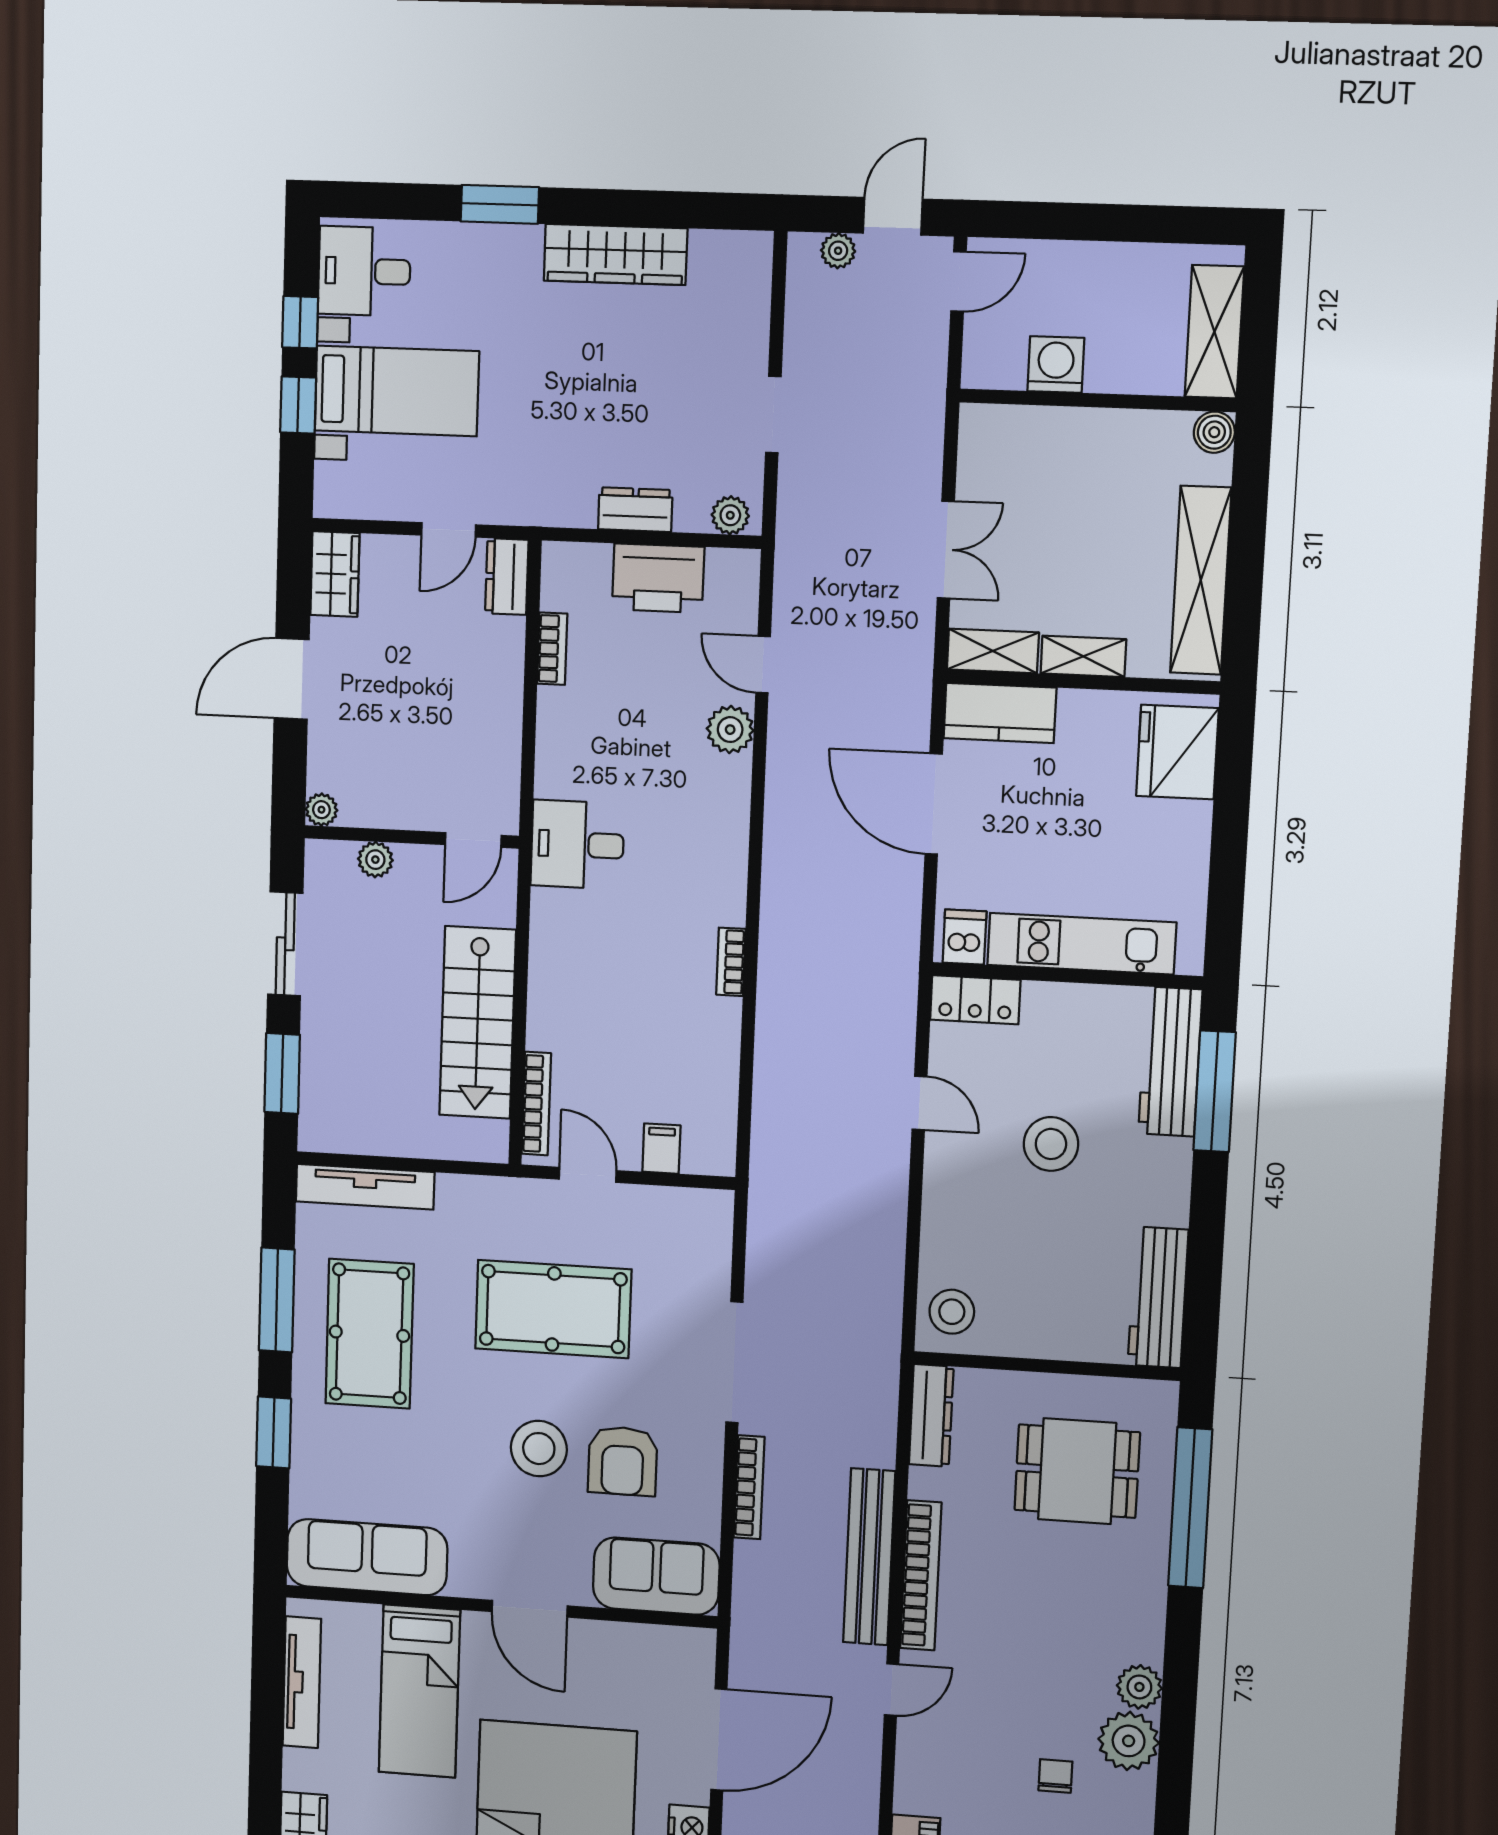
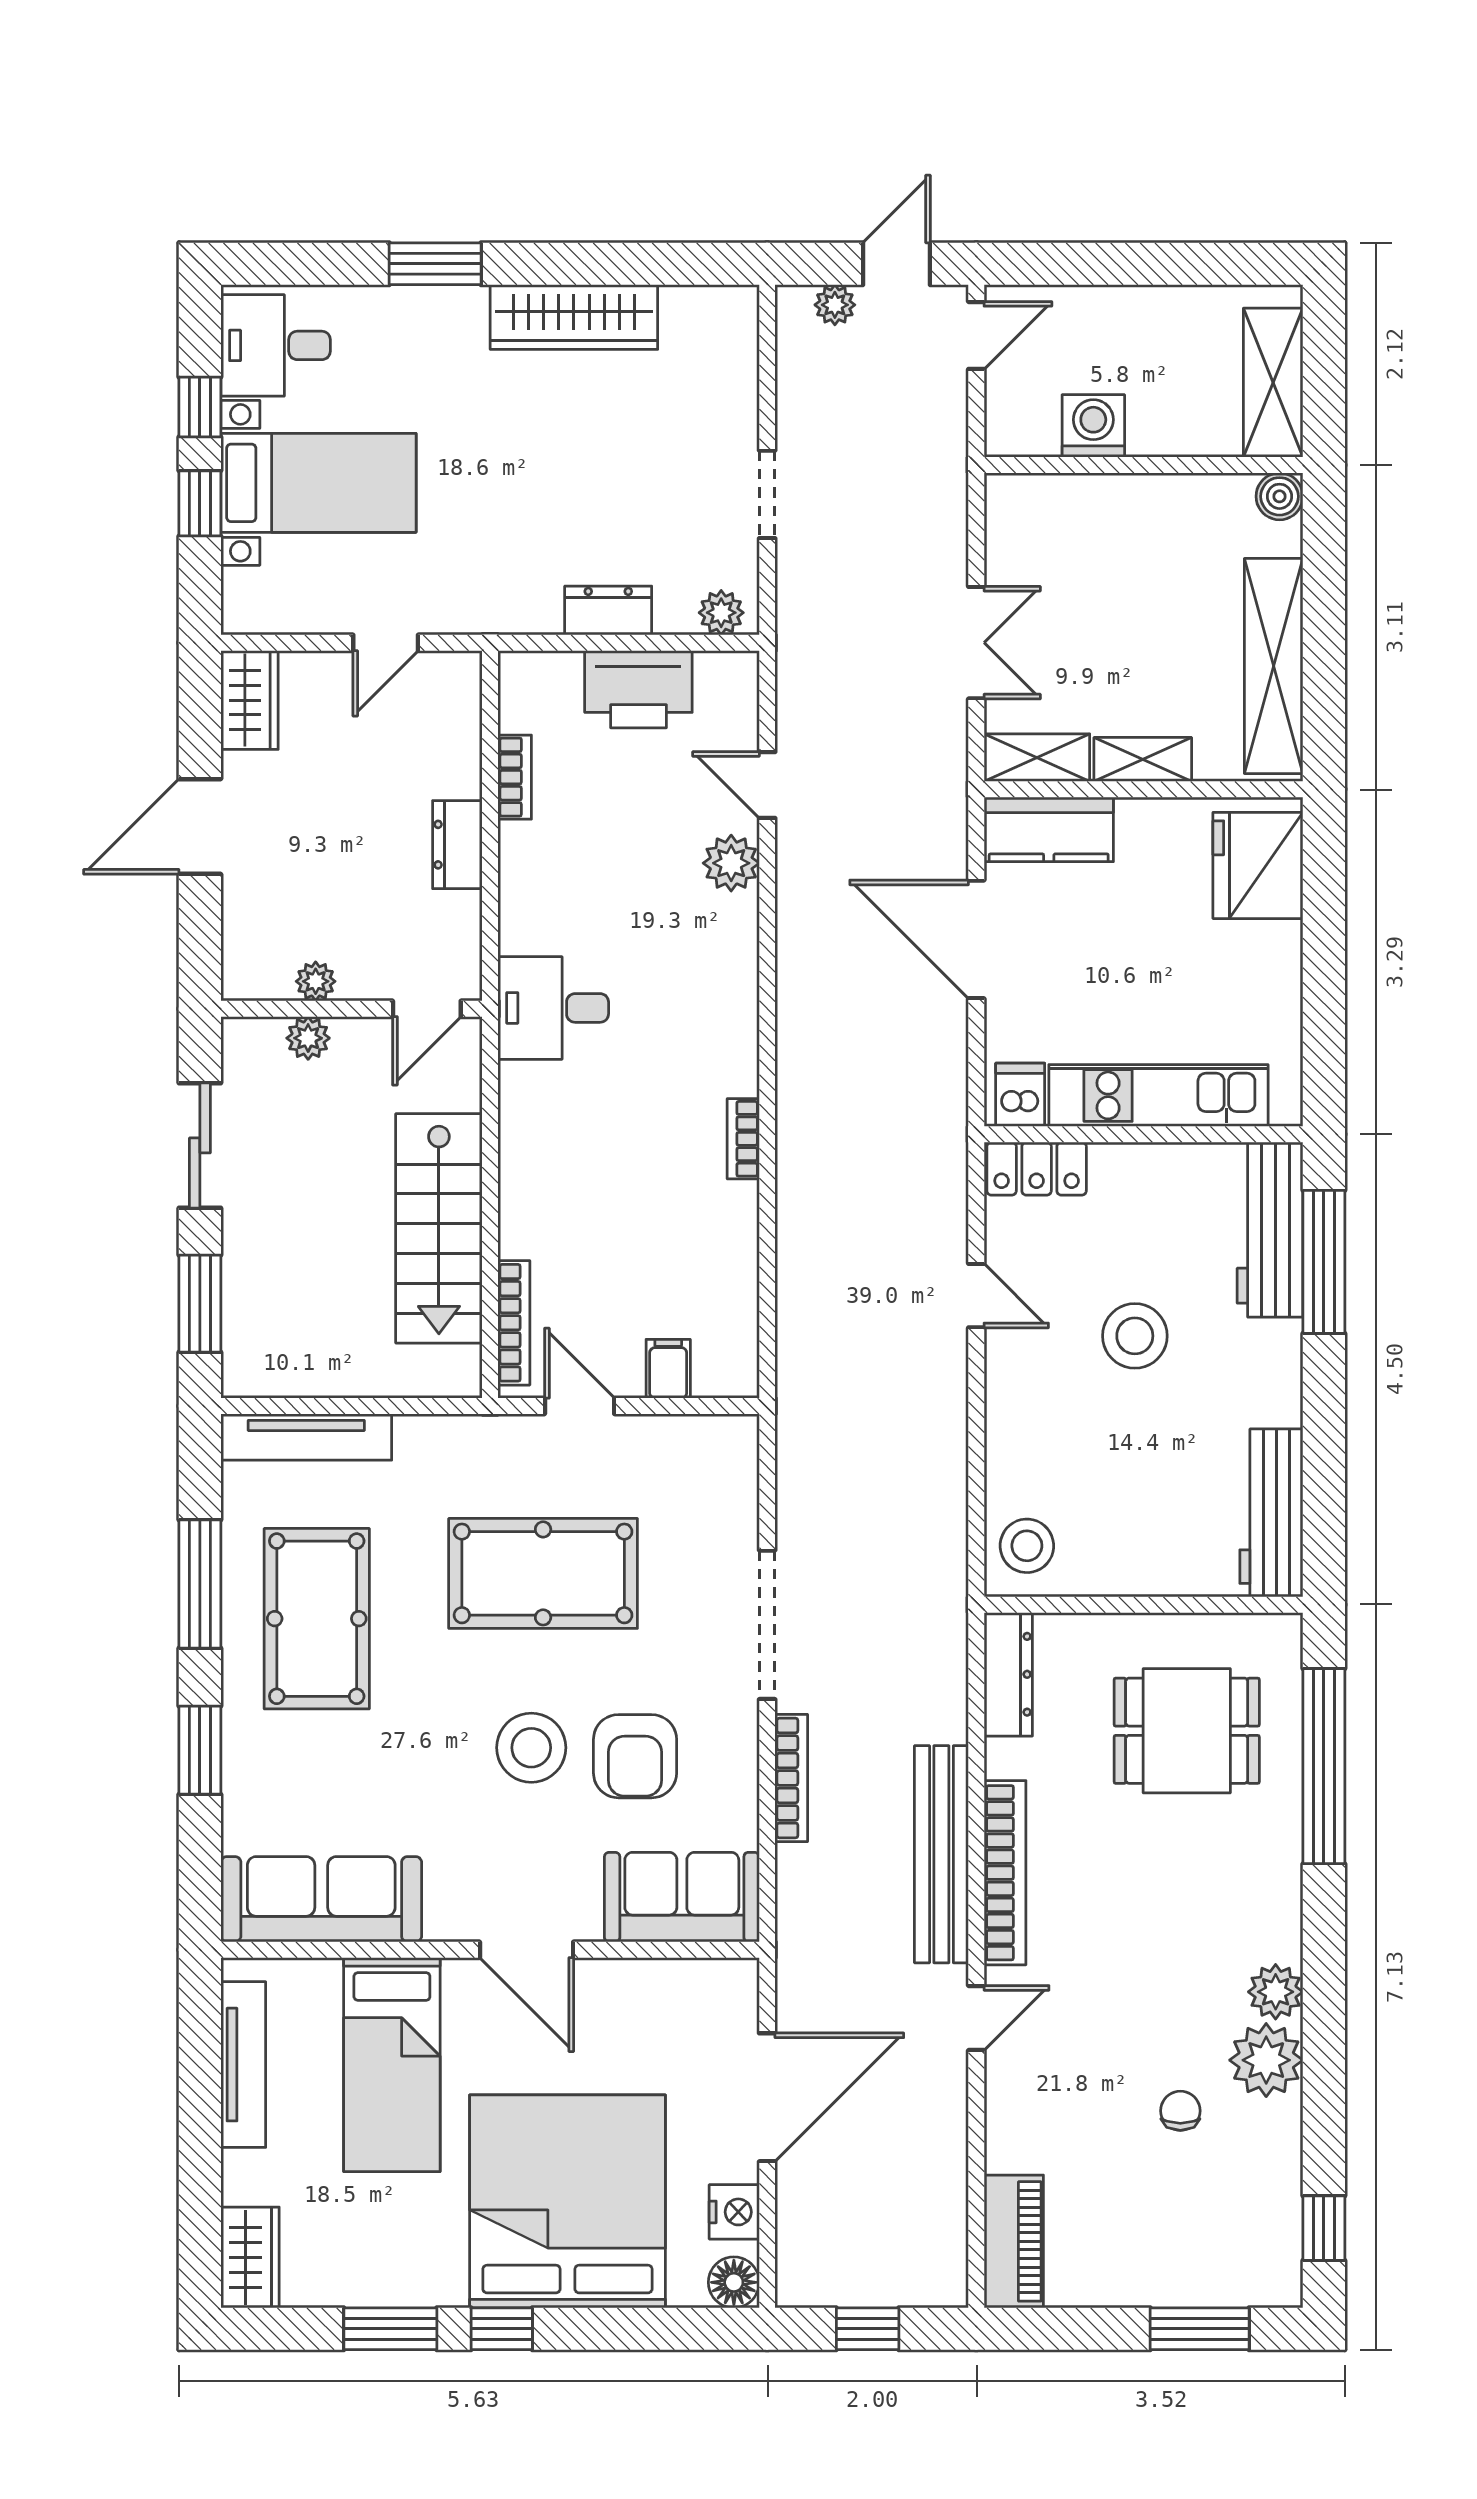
dresser: (507, 577) -> (457, 845), moved
plant: (321, 810) -> (316, 981), moved

